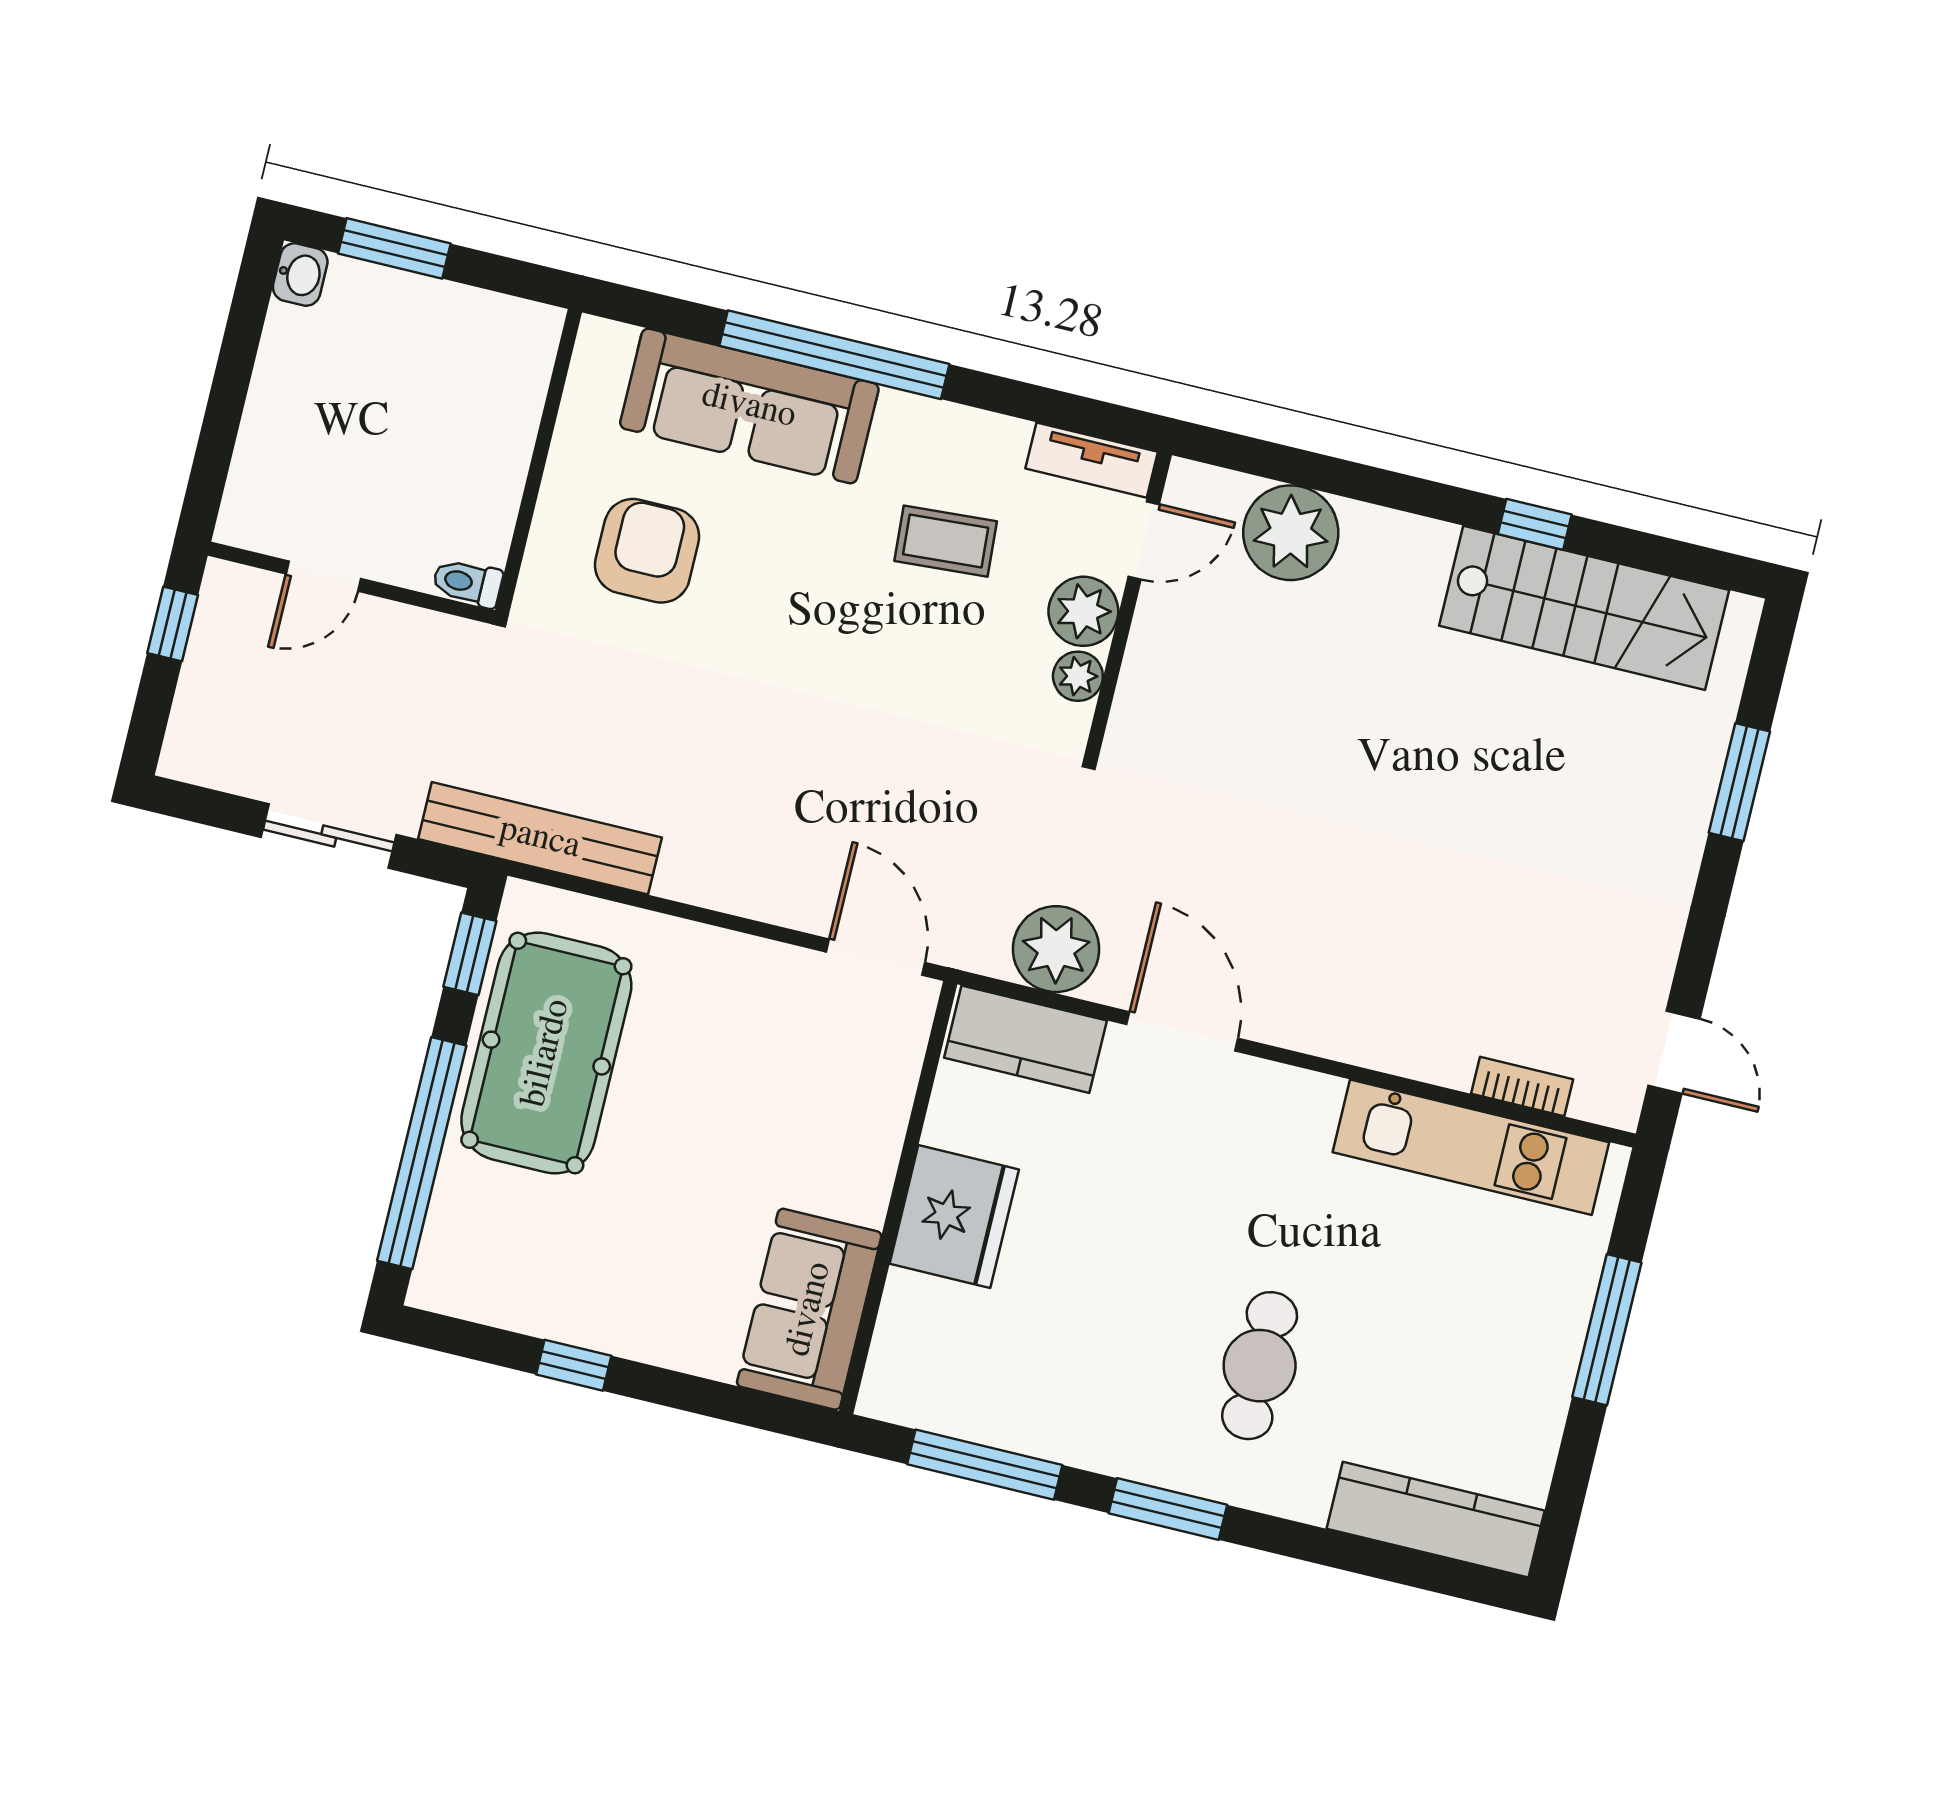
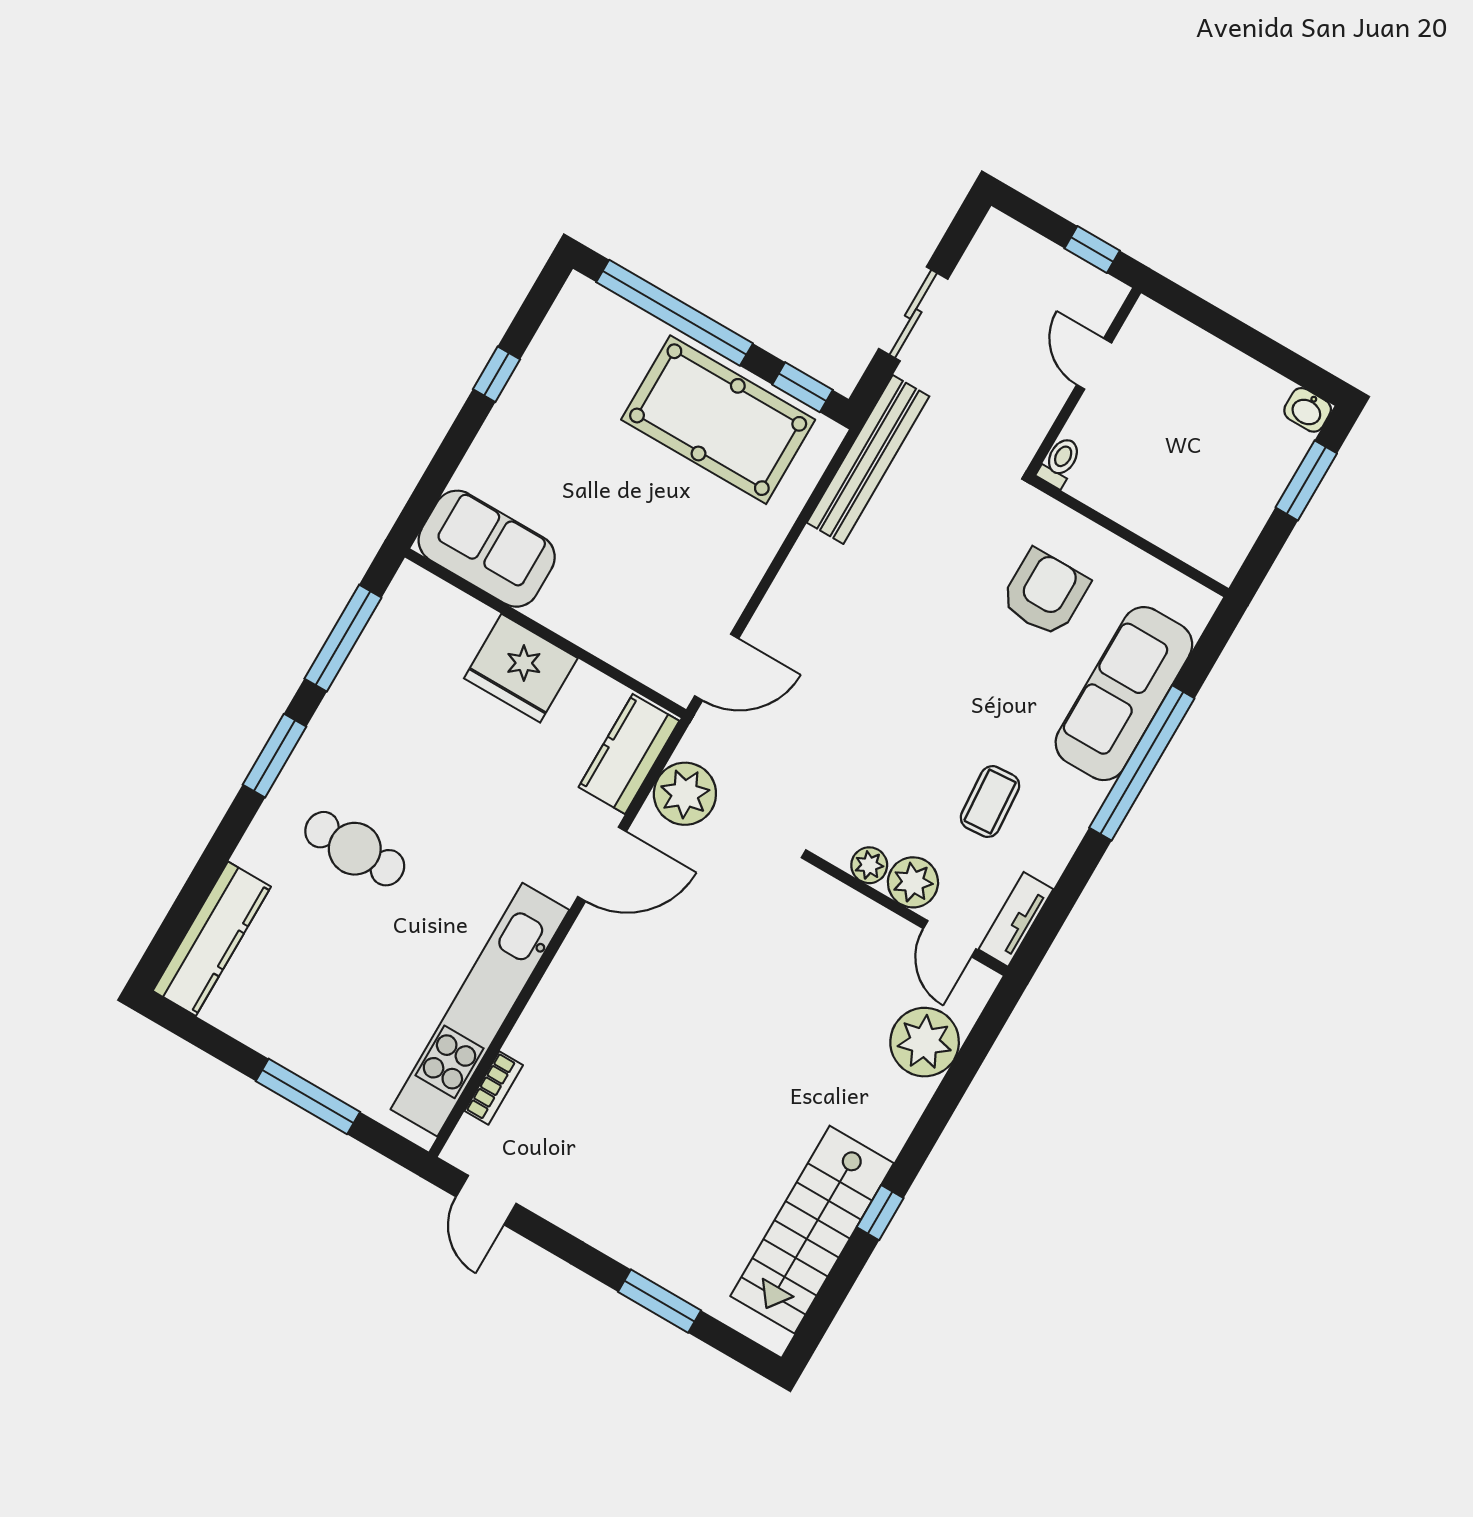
armchair: (647, 551) -> (1045, 593), turned -90
door: (1674, 1052) -> (486, 1200), hinge flipped
kitchen unit: (1471, 1147) -> (480, 1010), width x1.36

